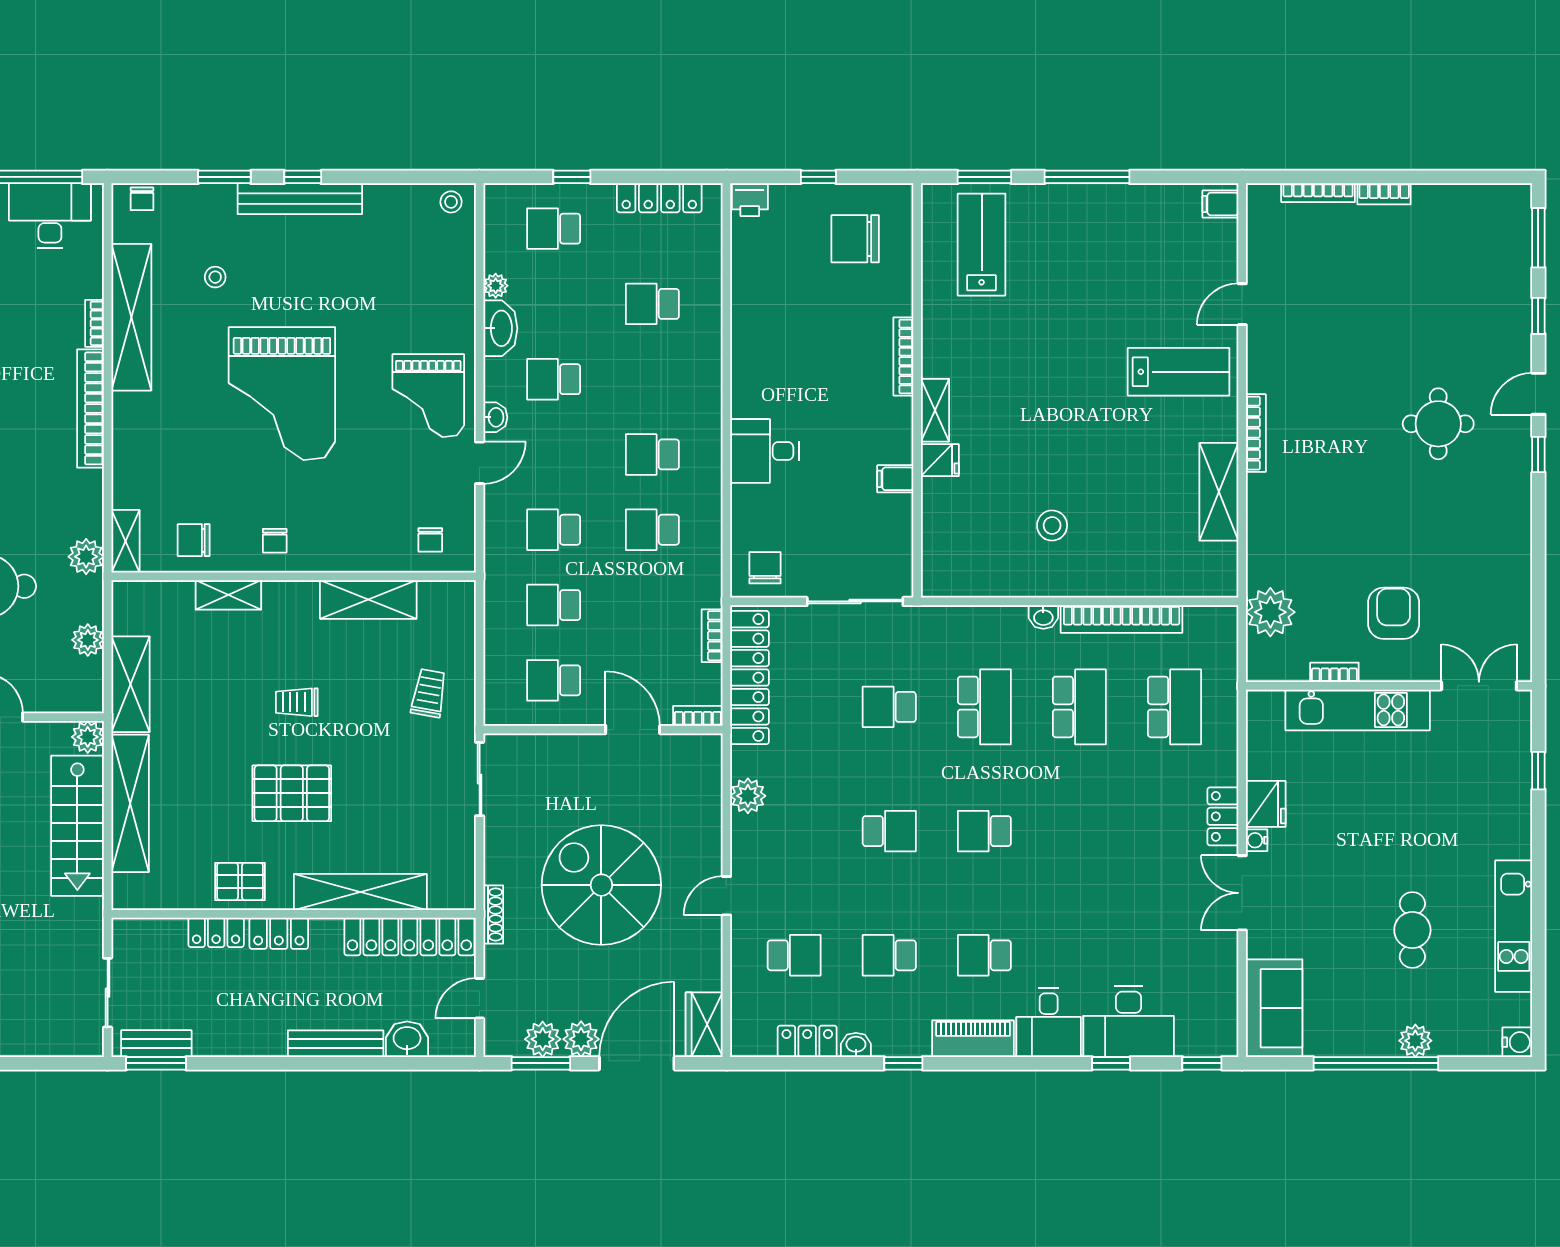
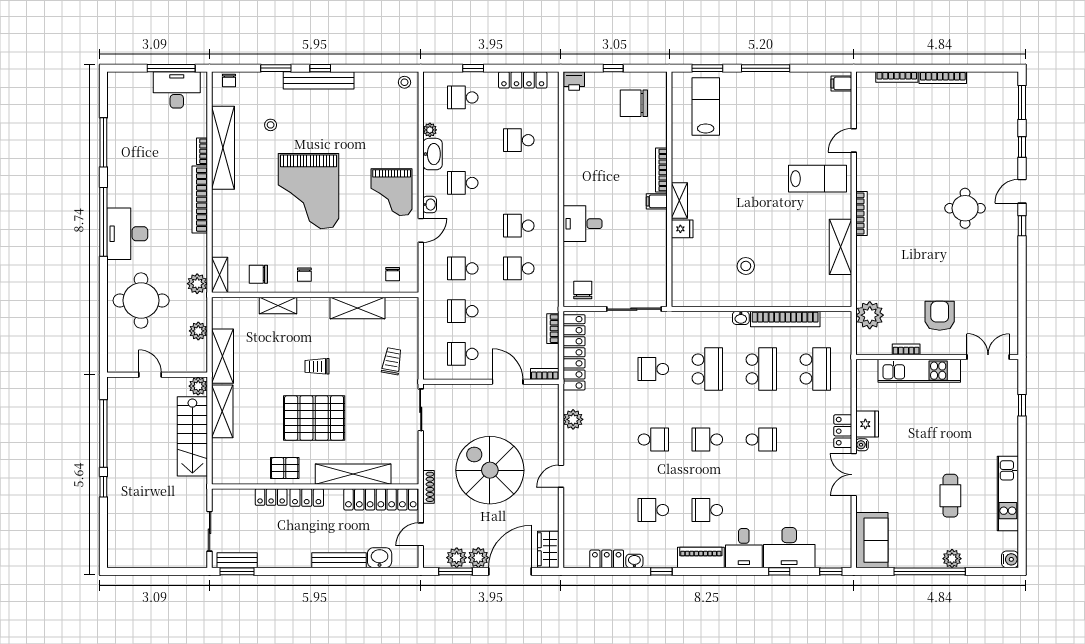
bookcase: (1384, 194) -> (943, 78), width x1.56
filing cabinet: (895, 479) -> (657, 201), moved
pallet: (292, 793) -> (314, 418), width x1.37, depth x1.41
shelving: (130, 803) -> (222, 411), width x0.68
school desk: (794, 955) -> (761, 440), moved

